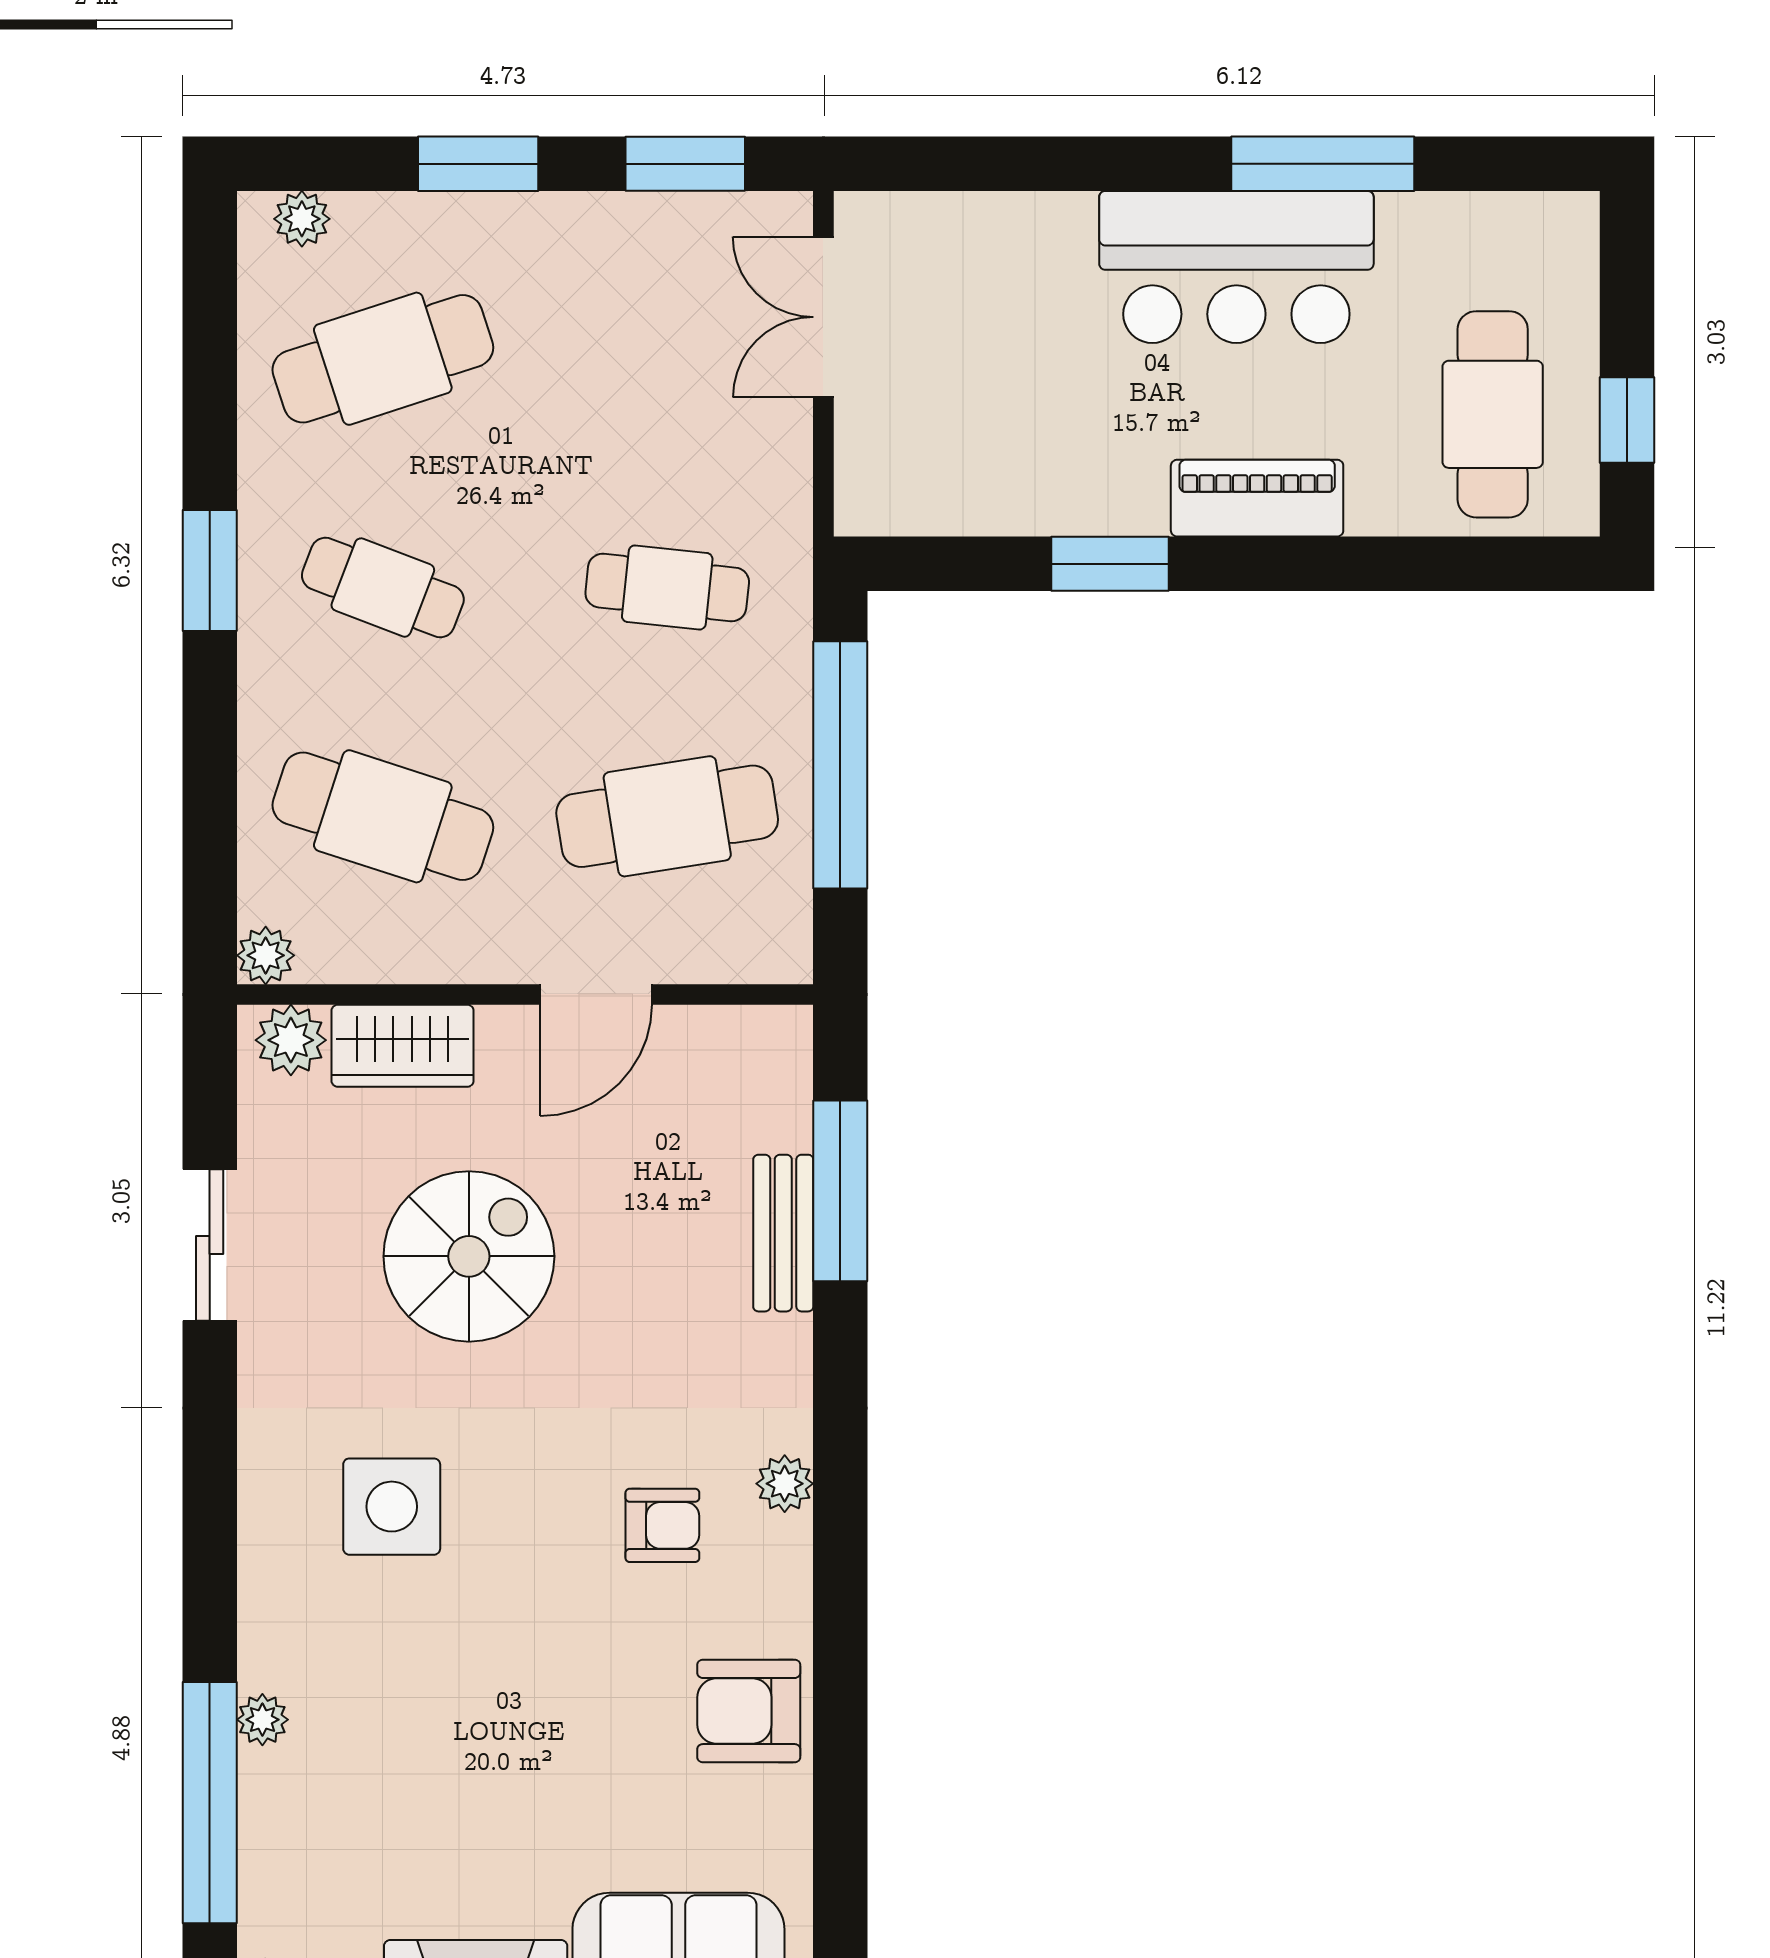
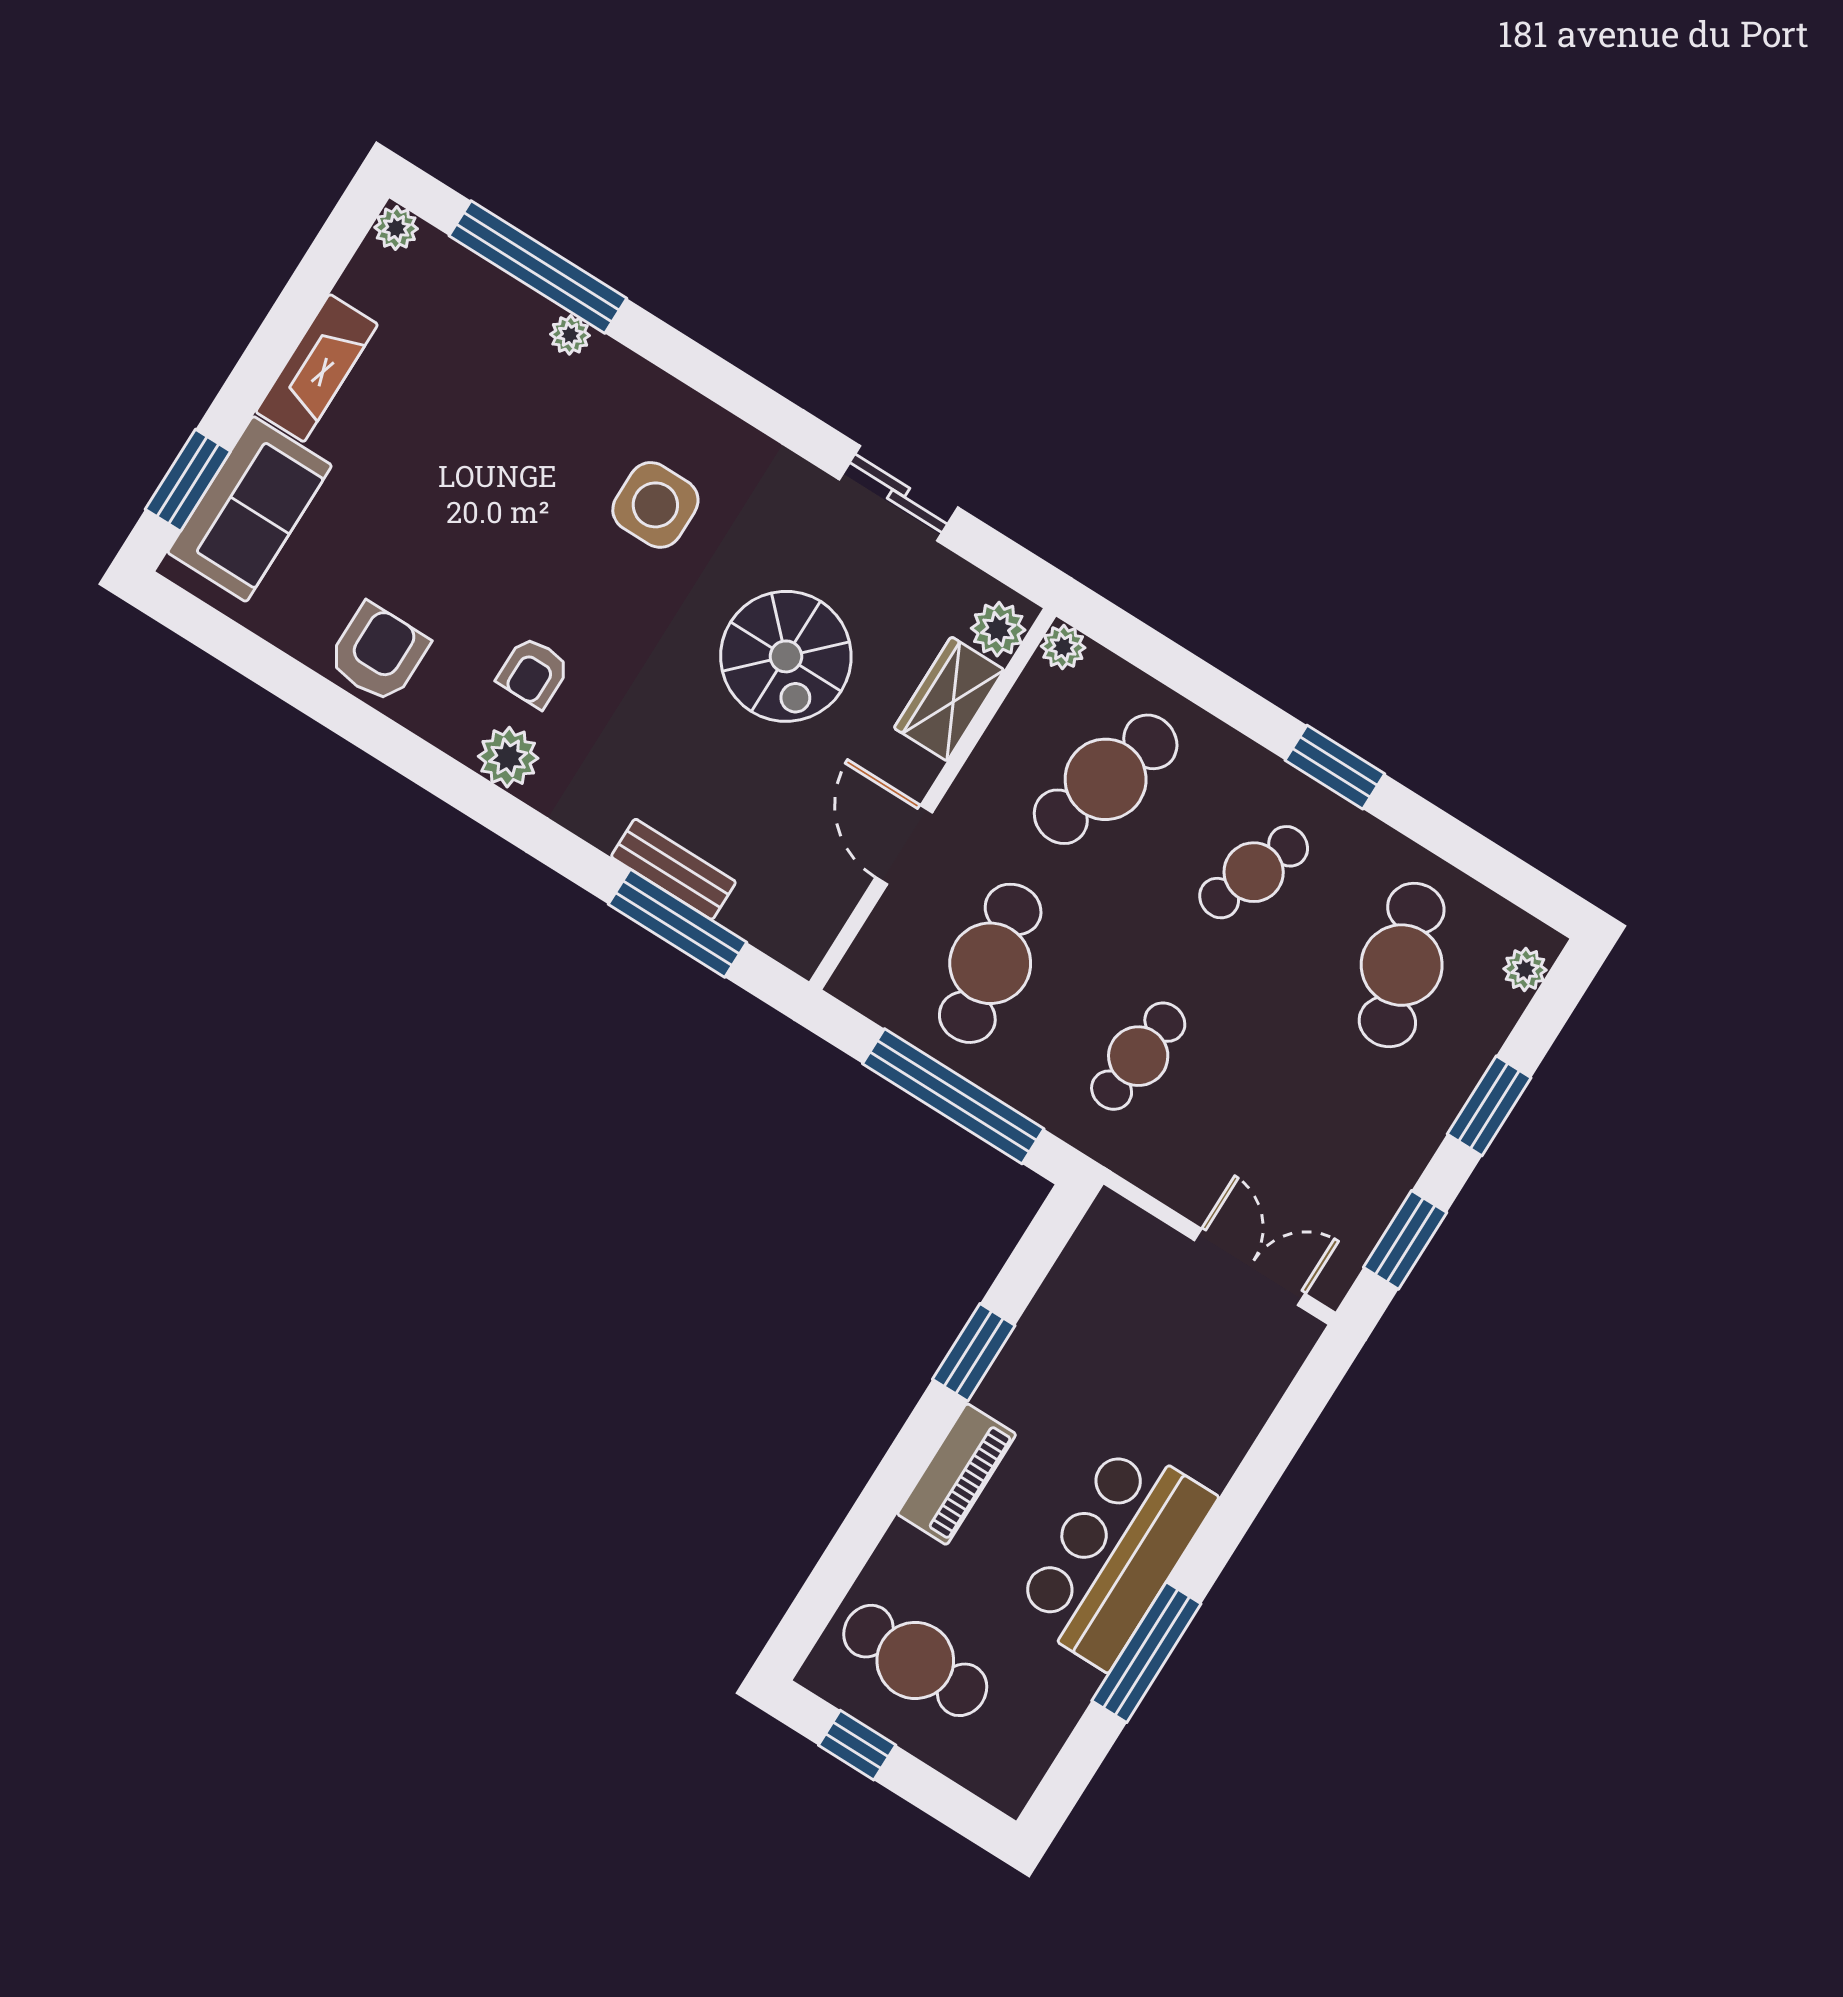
plant: (785, 1484) -> (508, 757), width x1.38, depth x1.38

